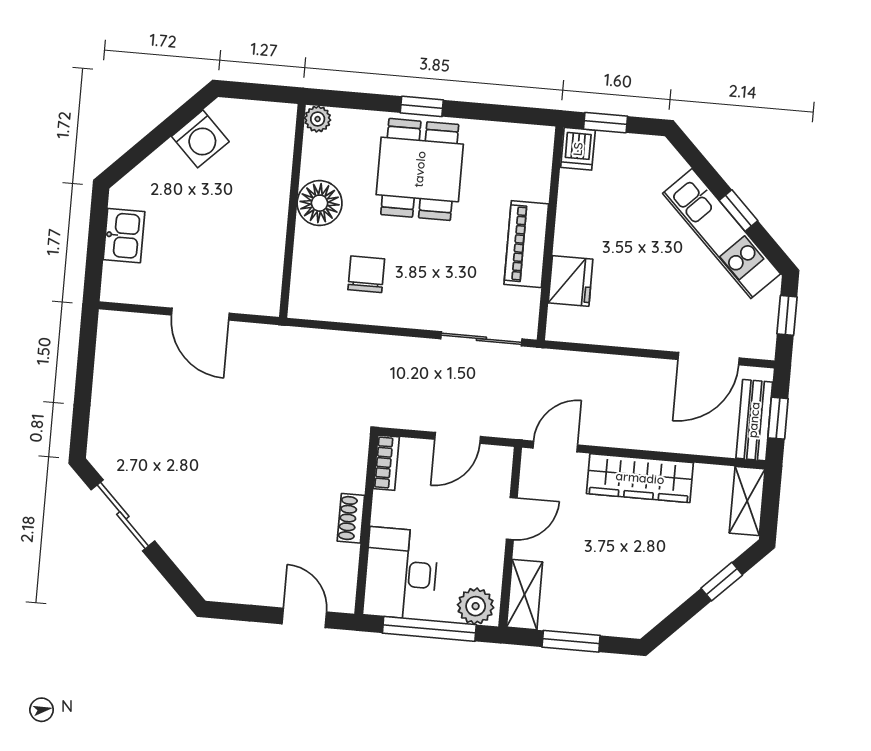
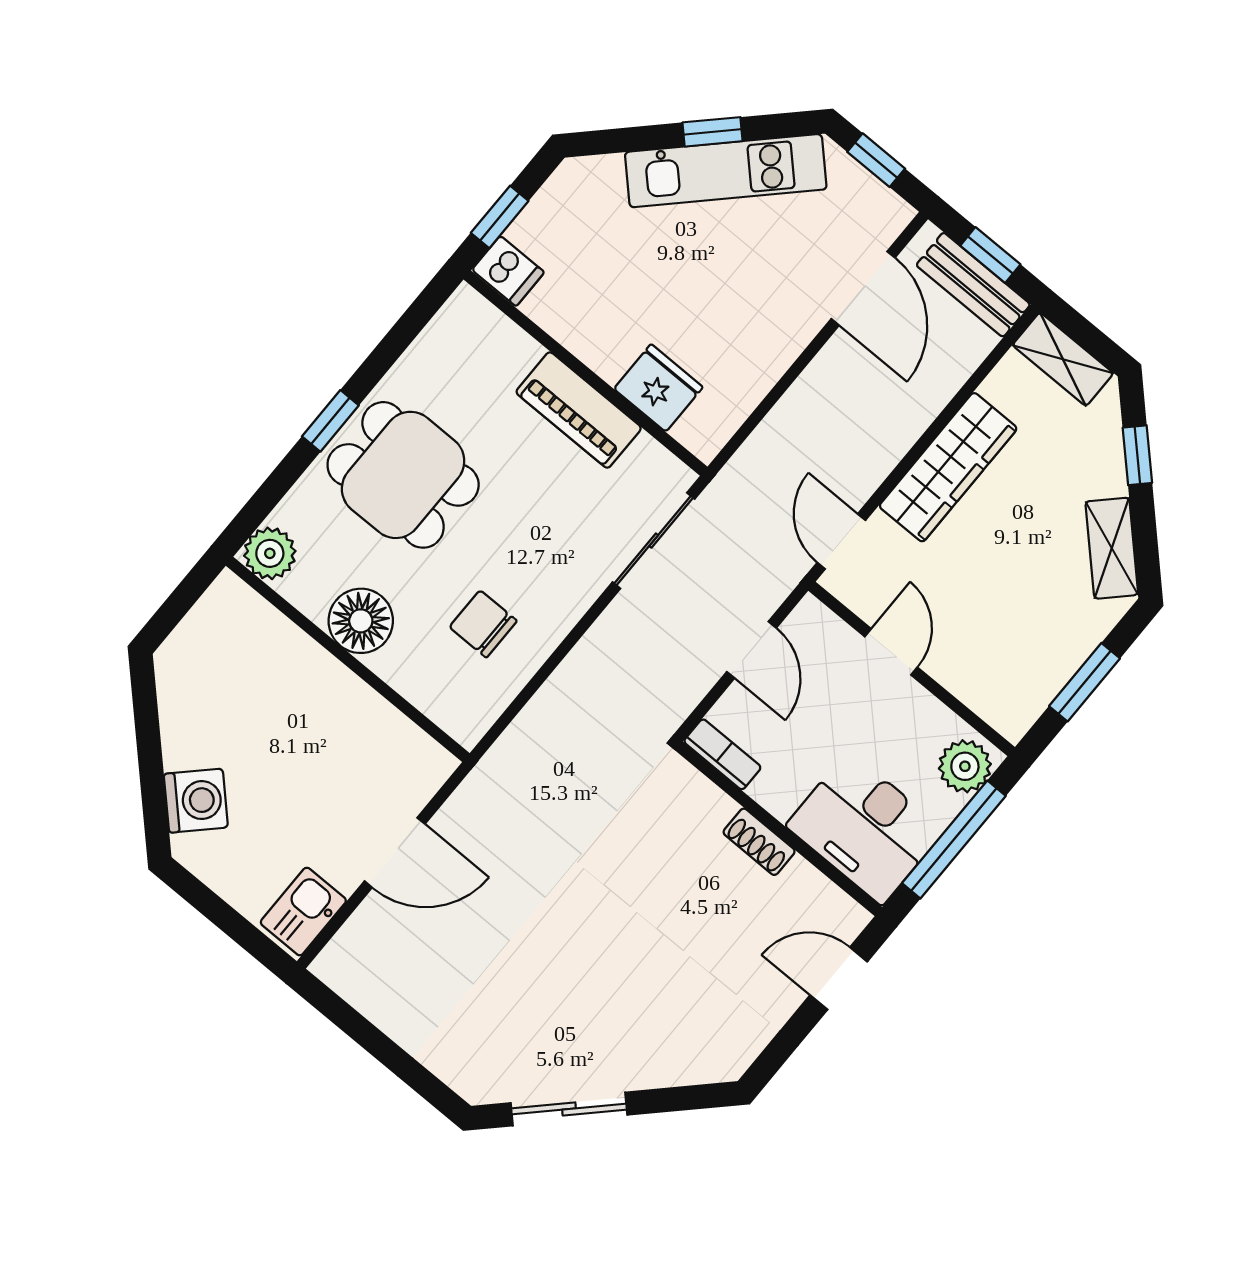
plant: (318, 119) -> (270, 553), width x1.38, depth x1.38
washing machine: (200, 139) -> (196, 801), moved
kitchen sink: (124, 236) -> (303, 912), moved, turned -90
shelving: (525, 595) -> (1112, 548), moved, turned 45

